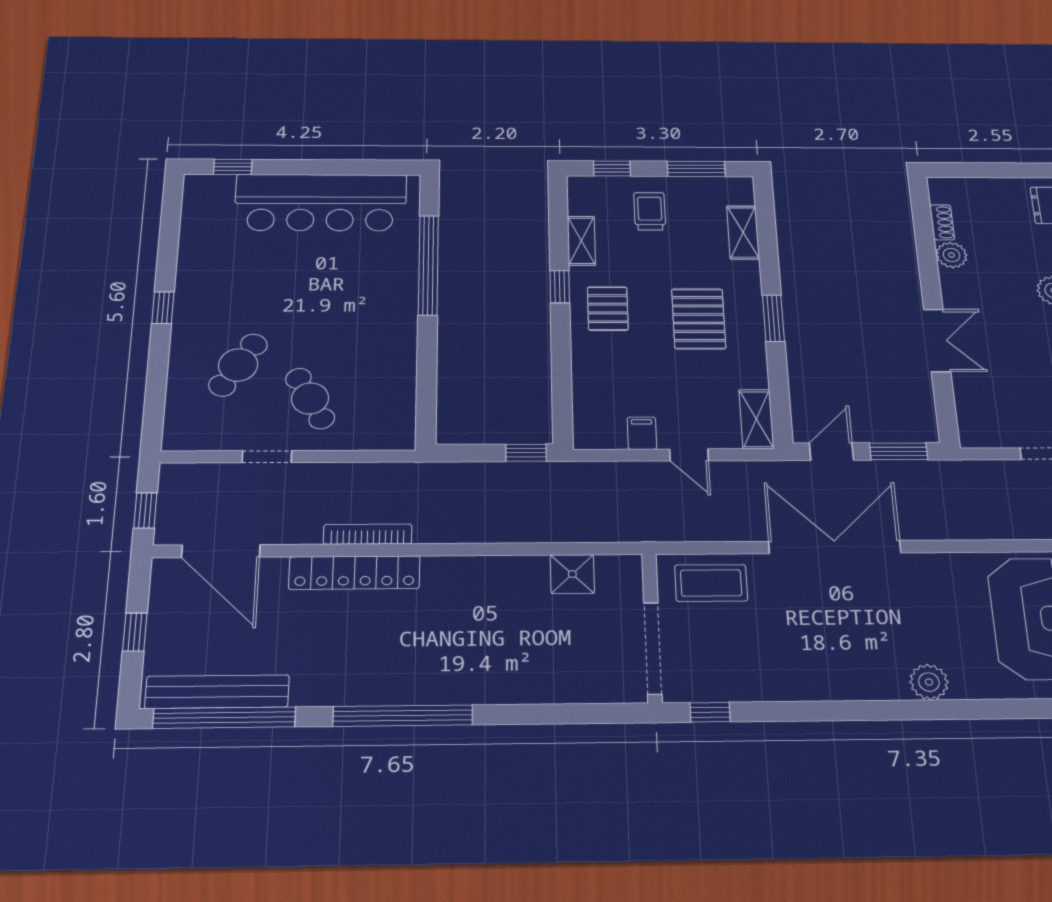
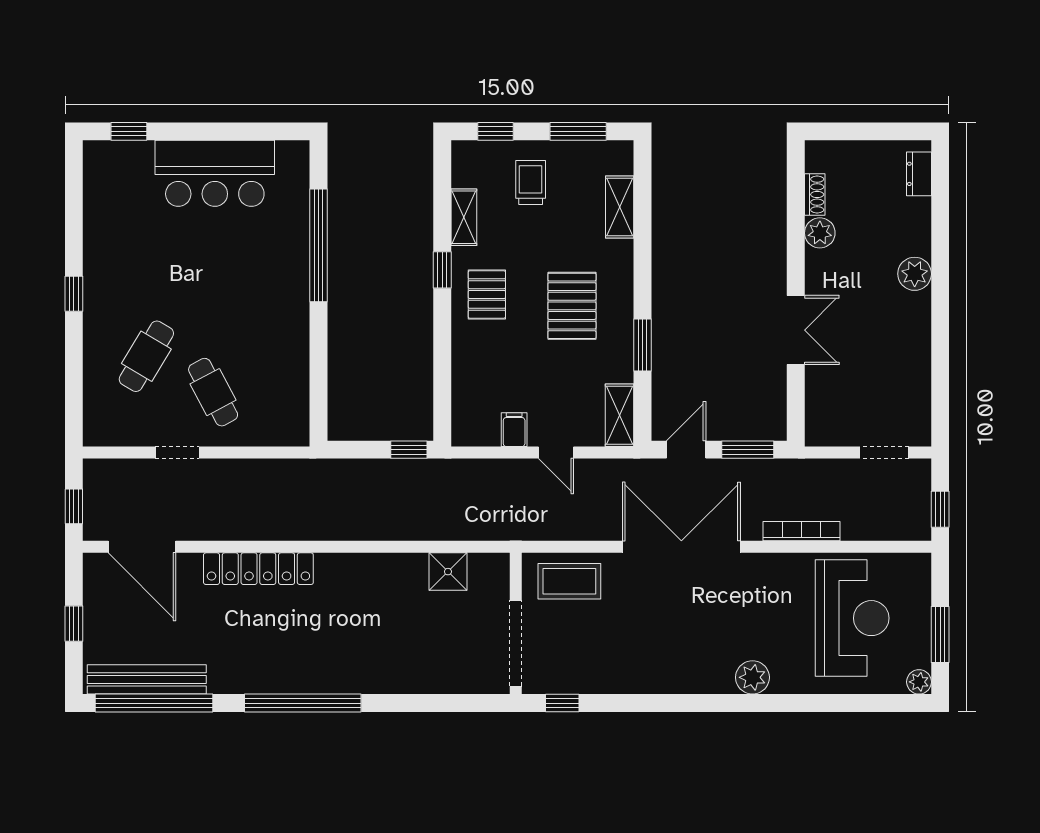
bar counter: (321, 203) -> (215, 173), width x0.73
window: (773, 318) -> (643, 345), moved
bookcase: (368, 534) -> (801, 531), moved

